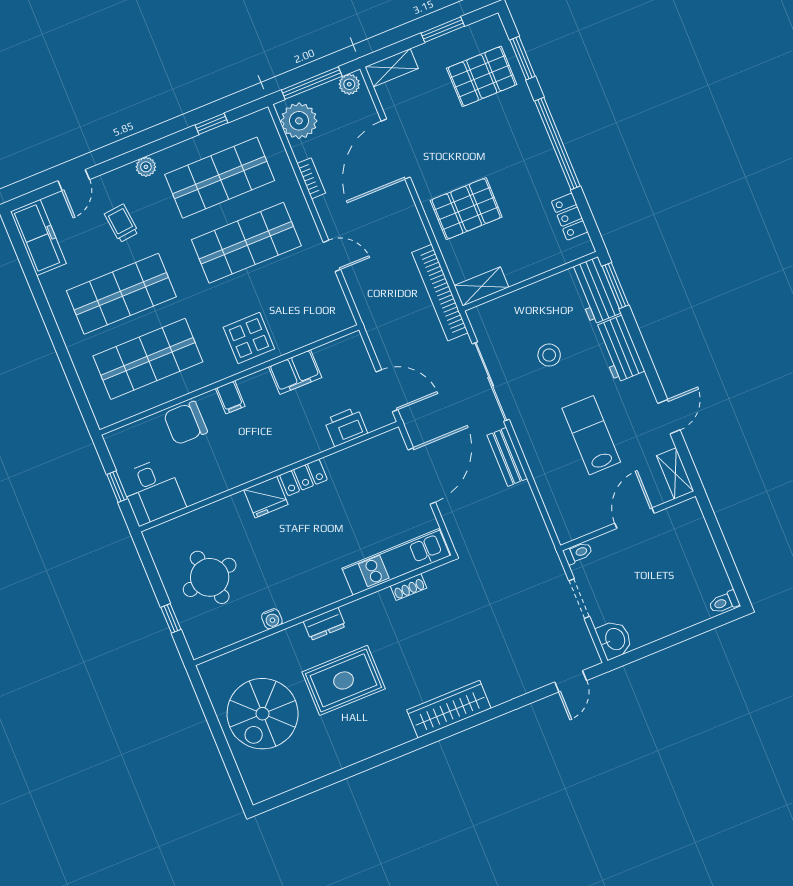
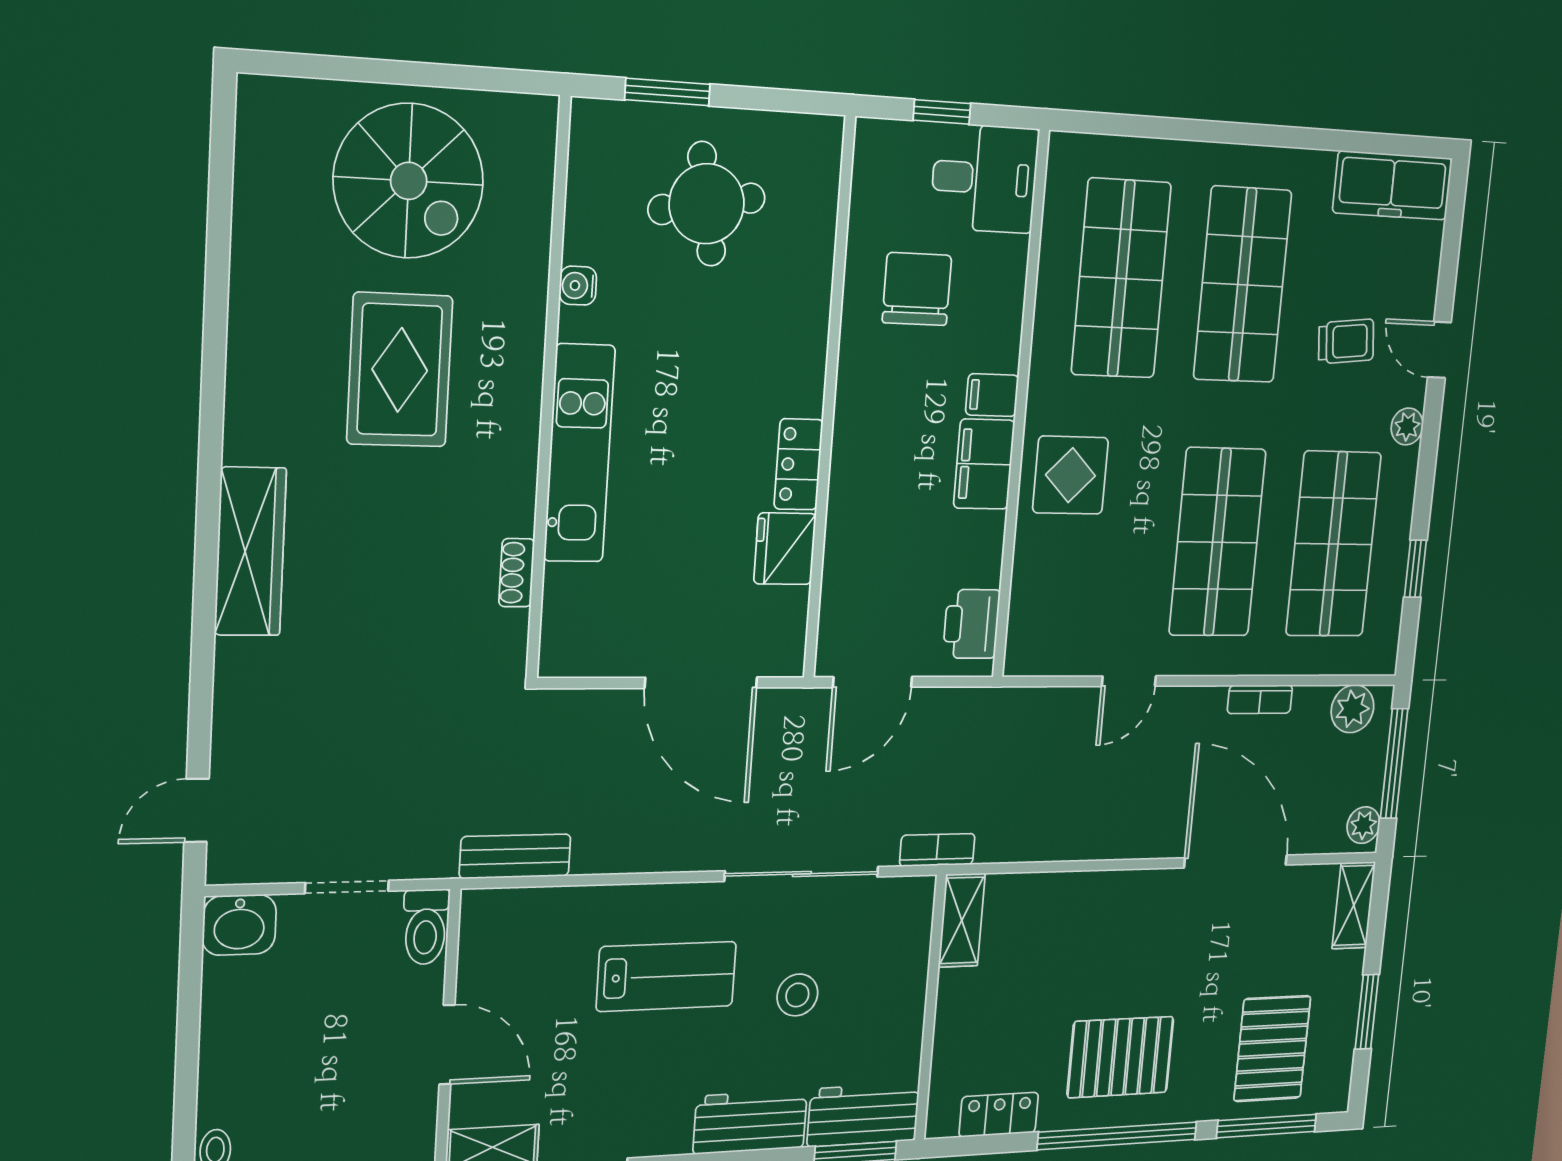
window: (523, 58) -> (1267, 1126), width x1.44
plant: (299, 121) -> (1352, 709), width x0.73, depth x0.73
door: (74, 180) -> (1439, 350), moved
pallet: (466, 209) -> (1120, 1057), moved, turned 90
bookcase: (440, 293) -> (937, 850), width x0.43, depth x0.76
filing cabinet: (295, 372) -> (984, 464), moved
chair: (185, 423) -> (917, 289), moved
printer: (346, 427) -> (972, 624), moved, turned 180
lab bench: (591, 435) -> (667, 976), moved
bench: (507, 457) -> (515, 856), moved
desk: (152, 491) -> (985, 178), moved, turned 180
fridge: (266, 497) -> (785, 549), moved
toilet: (578, 553) -> (426, 927), width x1.37, depth x1.39
kitchen unit: (396, 562) -> (579, 453), moved
window: (171, 618) -> (667, 92), width x1.50
dresser: (324, 624) -> (522, 382), removed
door: (571, 681) -> (197, 810), hinge flipped
spiral stairs: (263, 714) -> (409, 181), turned 180

